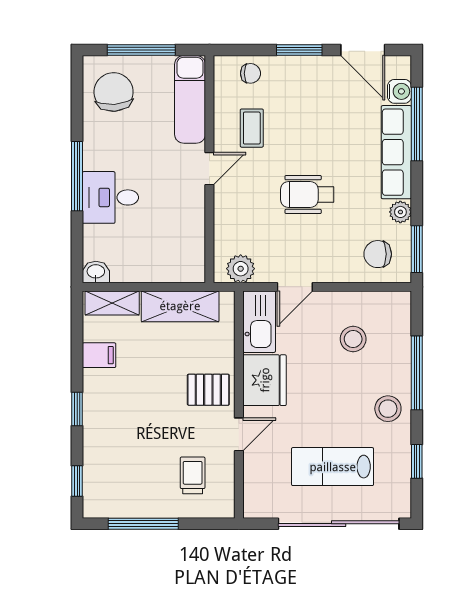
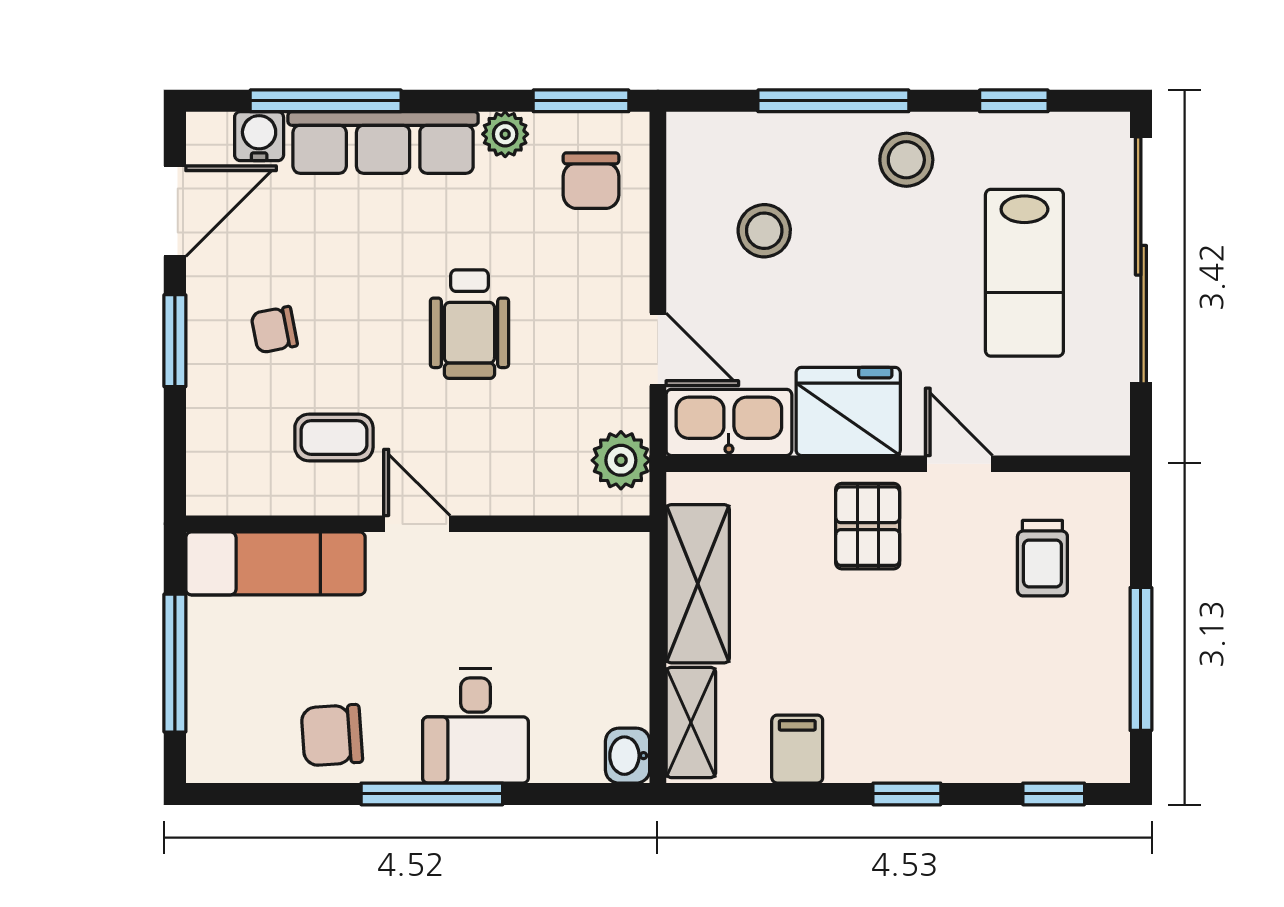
chair: (250, 73) -> (274, 330), moved, turned -101
chair: (114, 92) -> (332, 735), moved, width x0.73, depth x0.73
trolley: (193, 475) -> (1042, 558), turned -90

